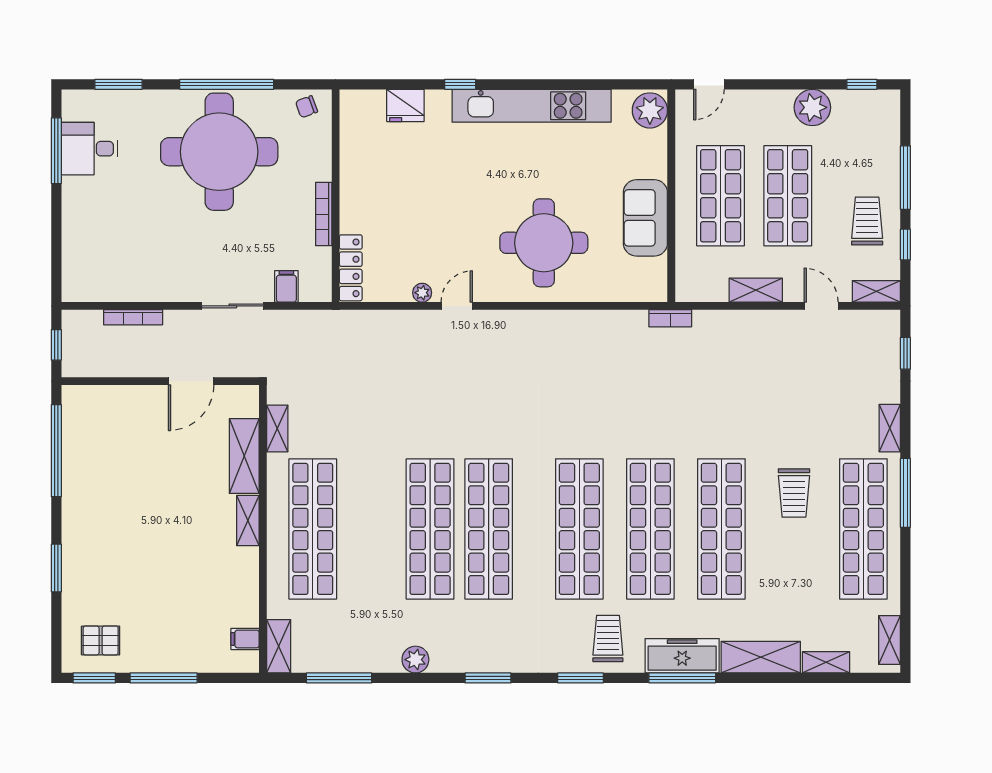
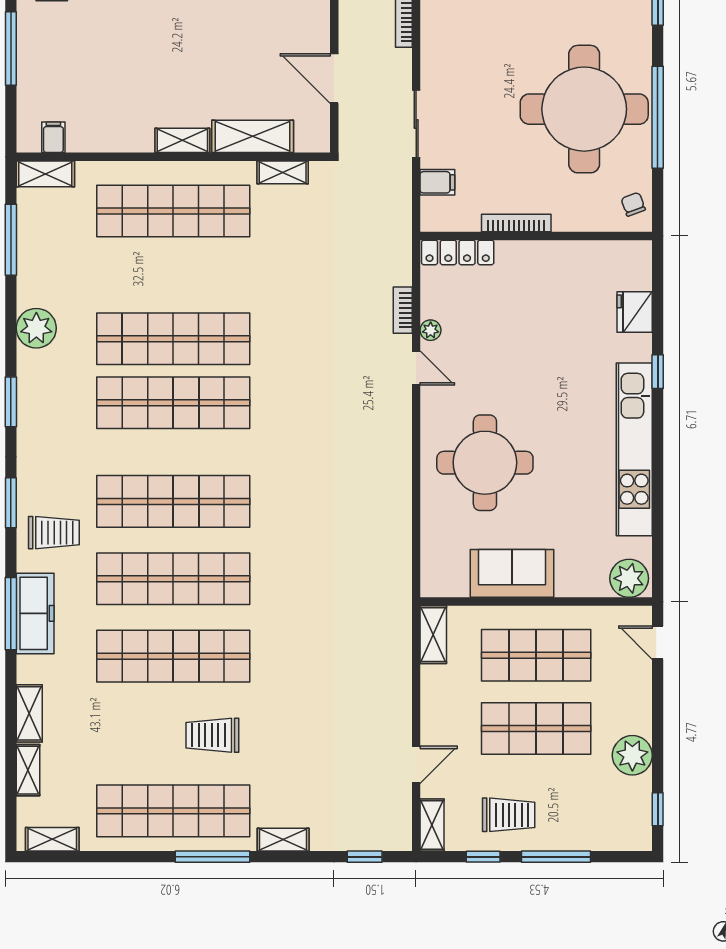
shelving: (756, 290) -> (433, 635), moved
bookcase: (670, 318) -> (403, 310), moved
shelving: (761, 657) -> (29, 713), width x0.67, depth x0.75
plant: (415, 660) -> (36, 328), width x1.36, depth x1.36

